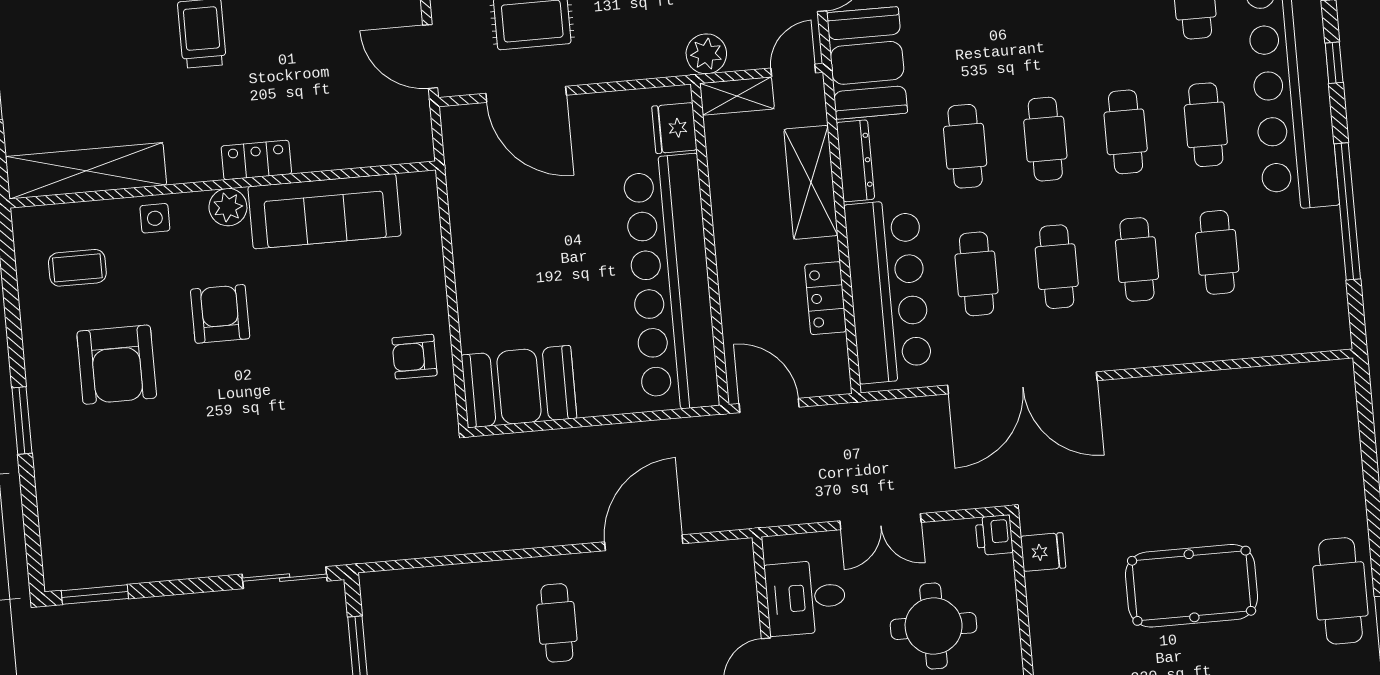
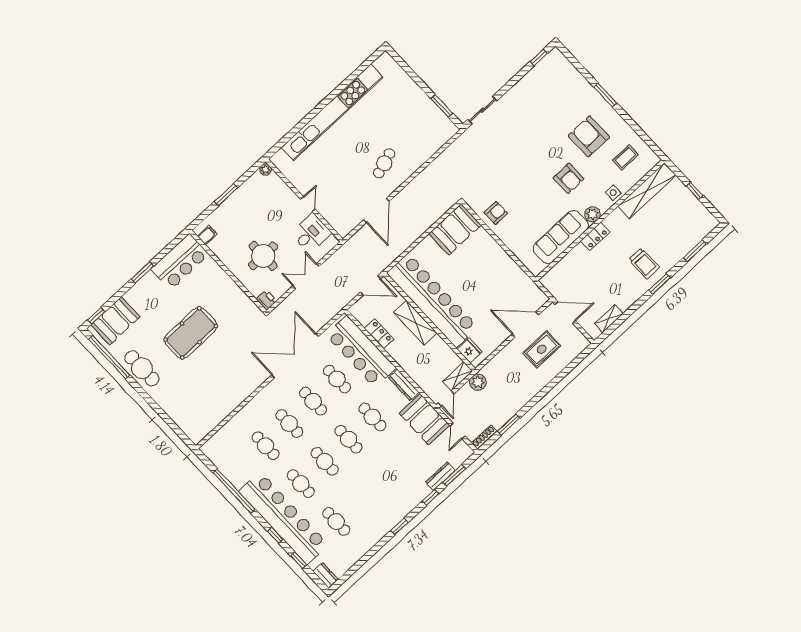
shelving: (811, 182) -> (415, 323), moved
fridge: (1043, 552) -> (247, 307), removed
window: (95, 595) -> (539, 57), width x0.67
cafe table: (557, 623) -> (384, 163), turned 72

